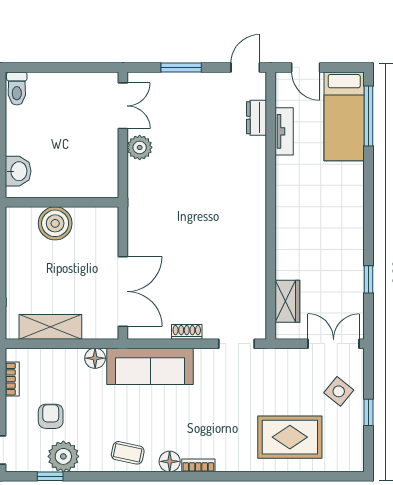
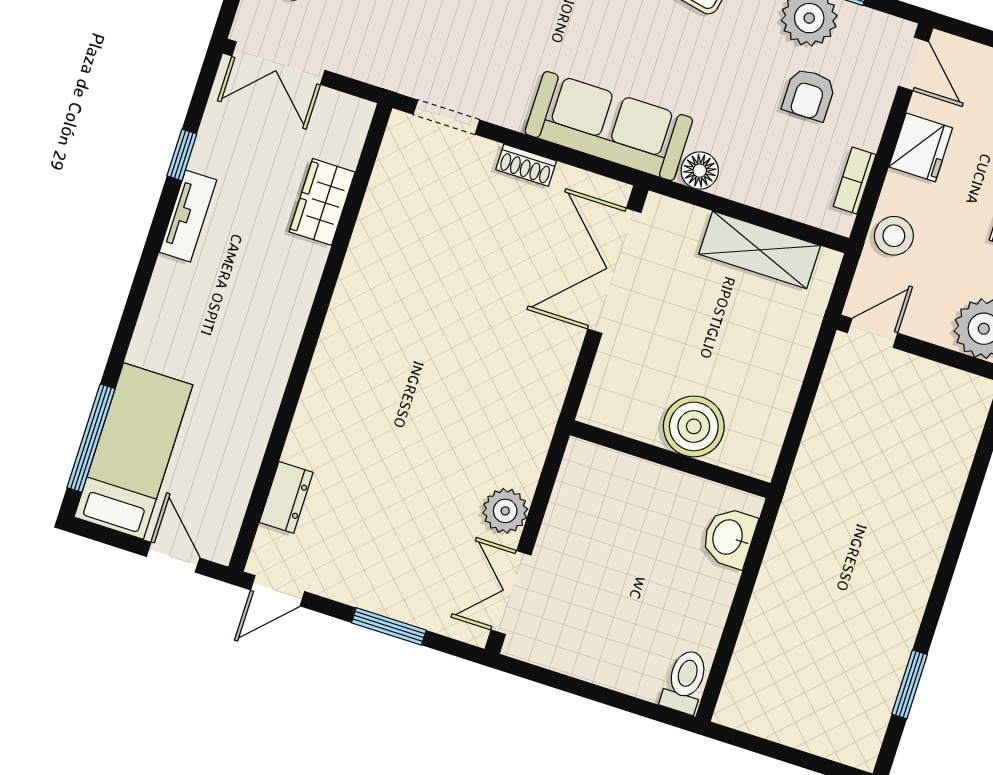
tv unit: (284, 131) -> (188, 216), moved, turned 180
wardrobe: (287, 301) -> (322, 202), moved

